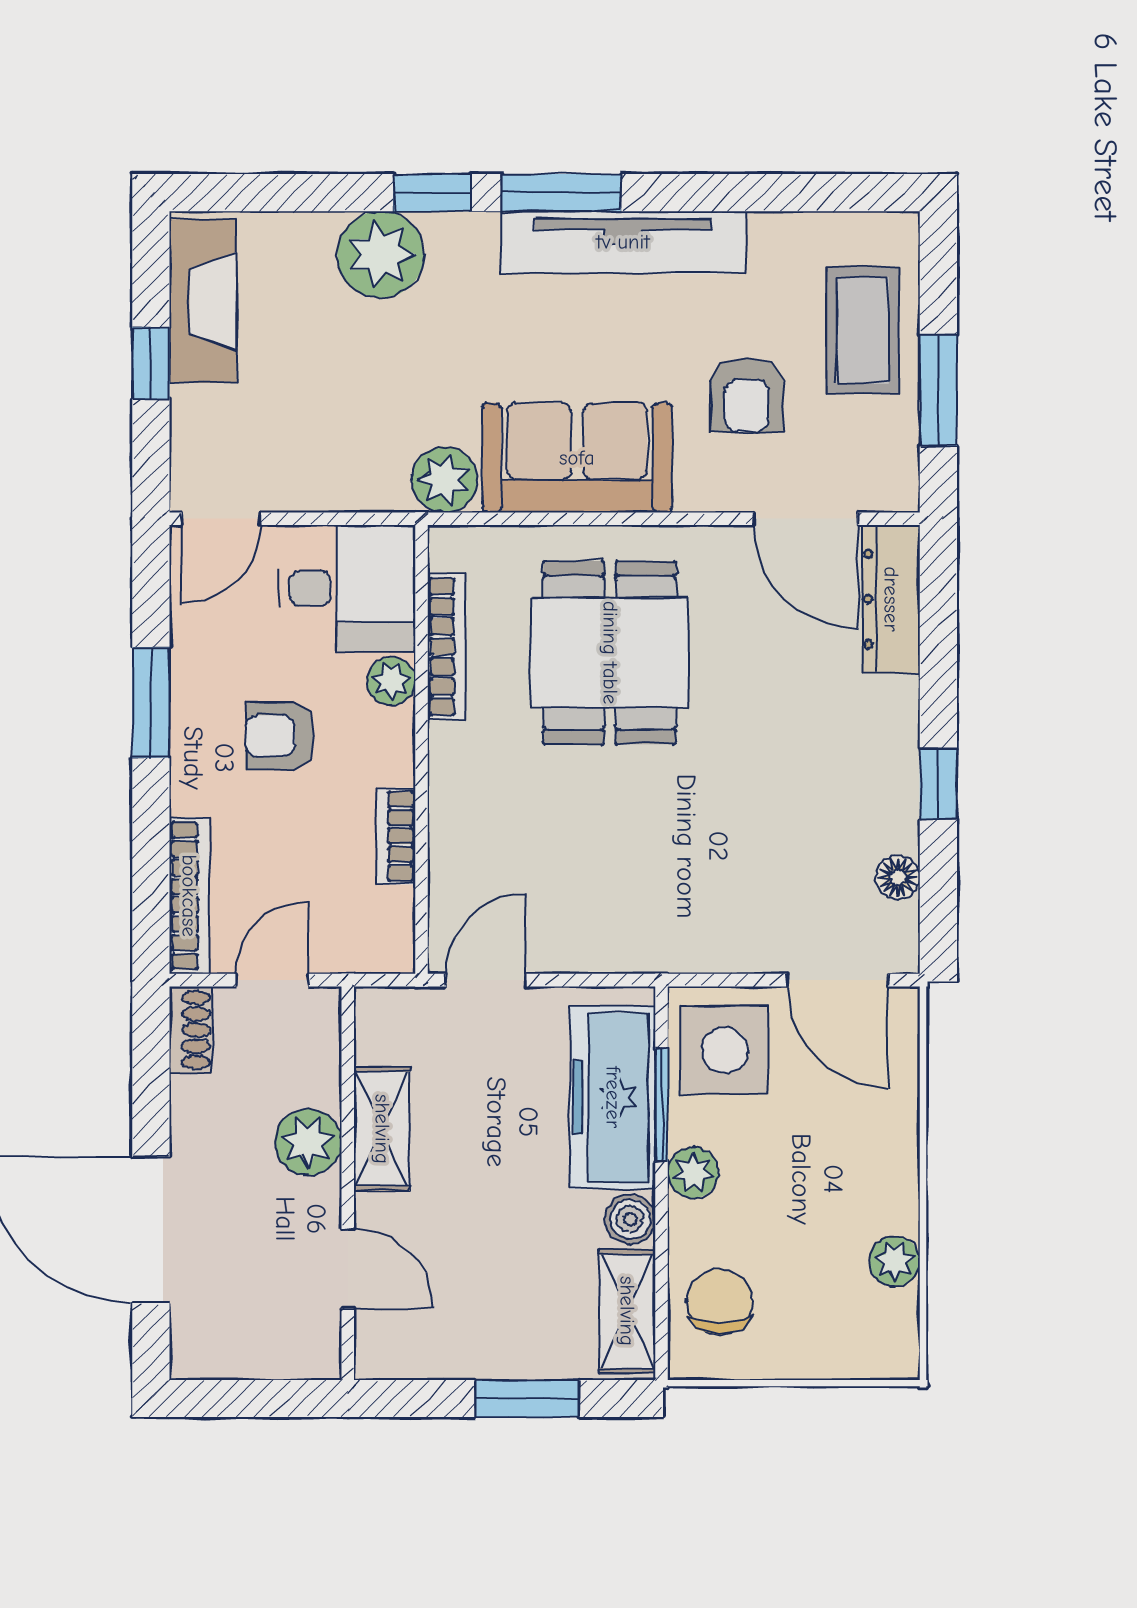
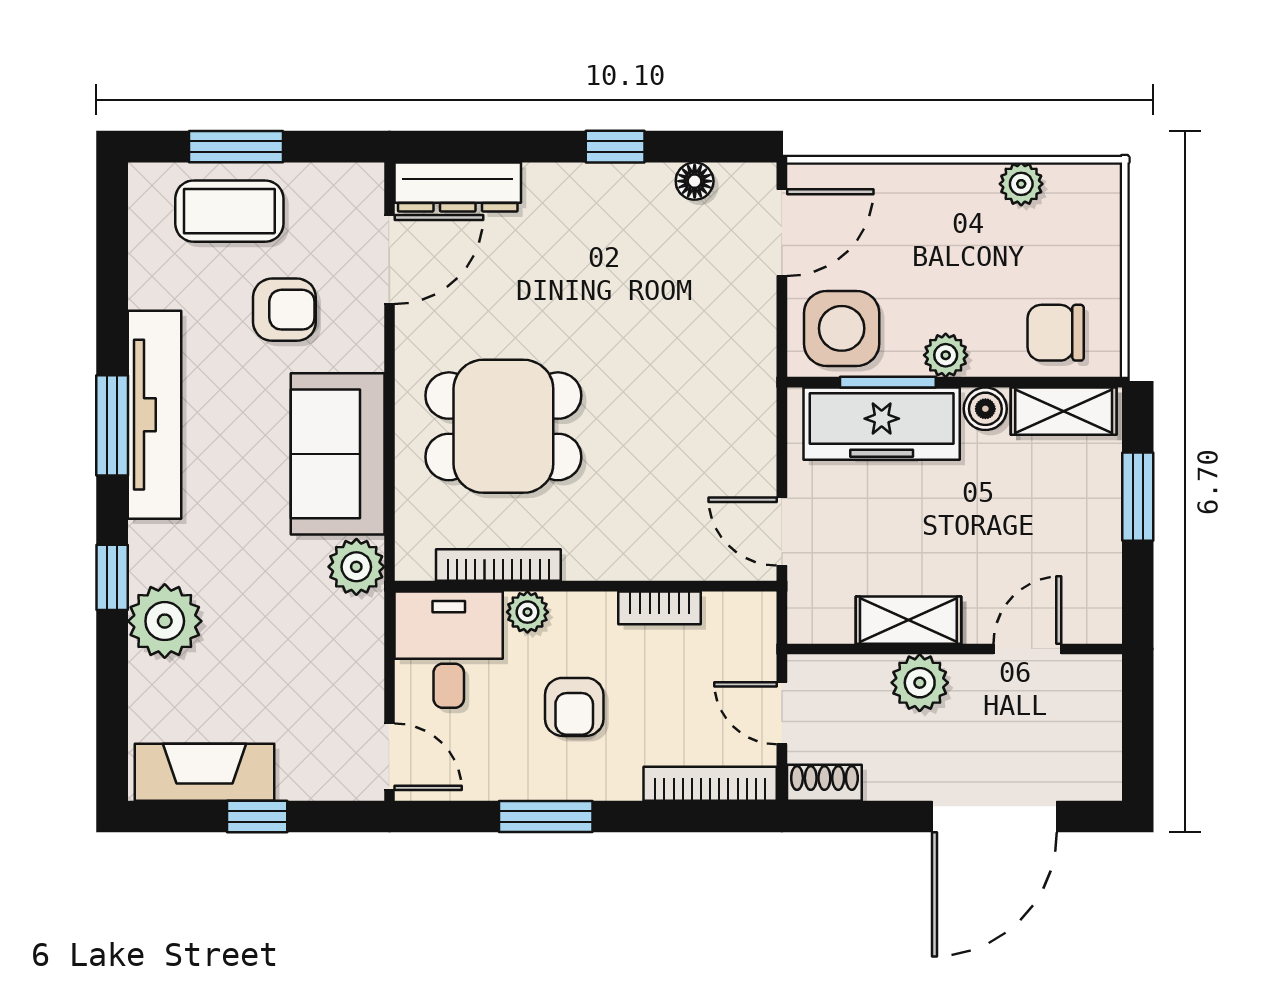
window: (561, 193) -> (112, 425), moved
window: (938, 391) -> (236, 147), moved

